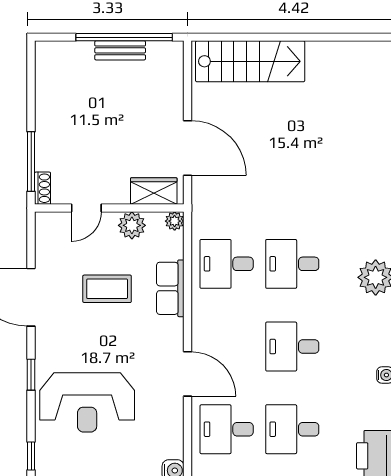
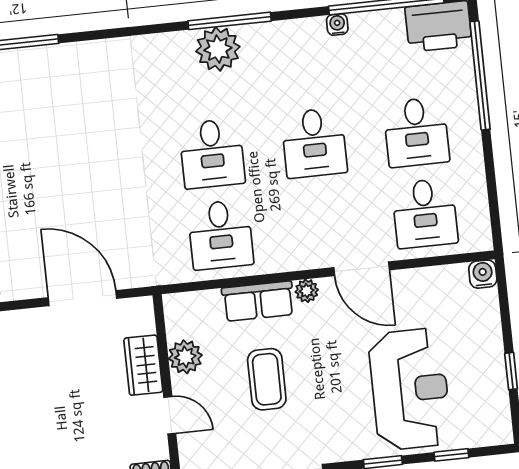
door: (188, 148) -> (82, 298), hinge flipped
wardrobe: (154, 191) -> (143, 365), moved
plant: (175, 221) -> (307, 291), moved
door: (188, 374) -> (362, 269), swing flipped
window: (31, 456) -> (451, 455), moved

